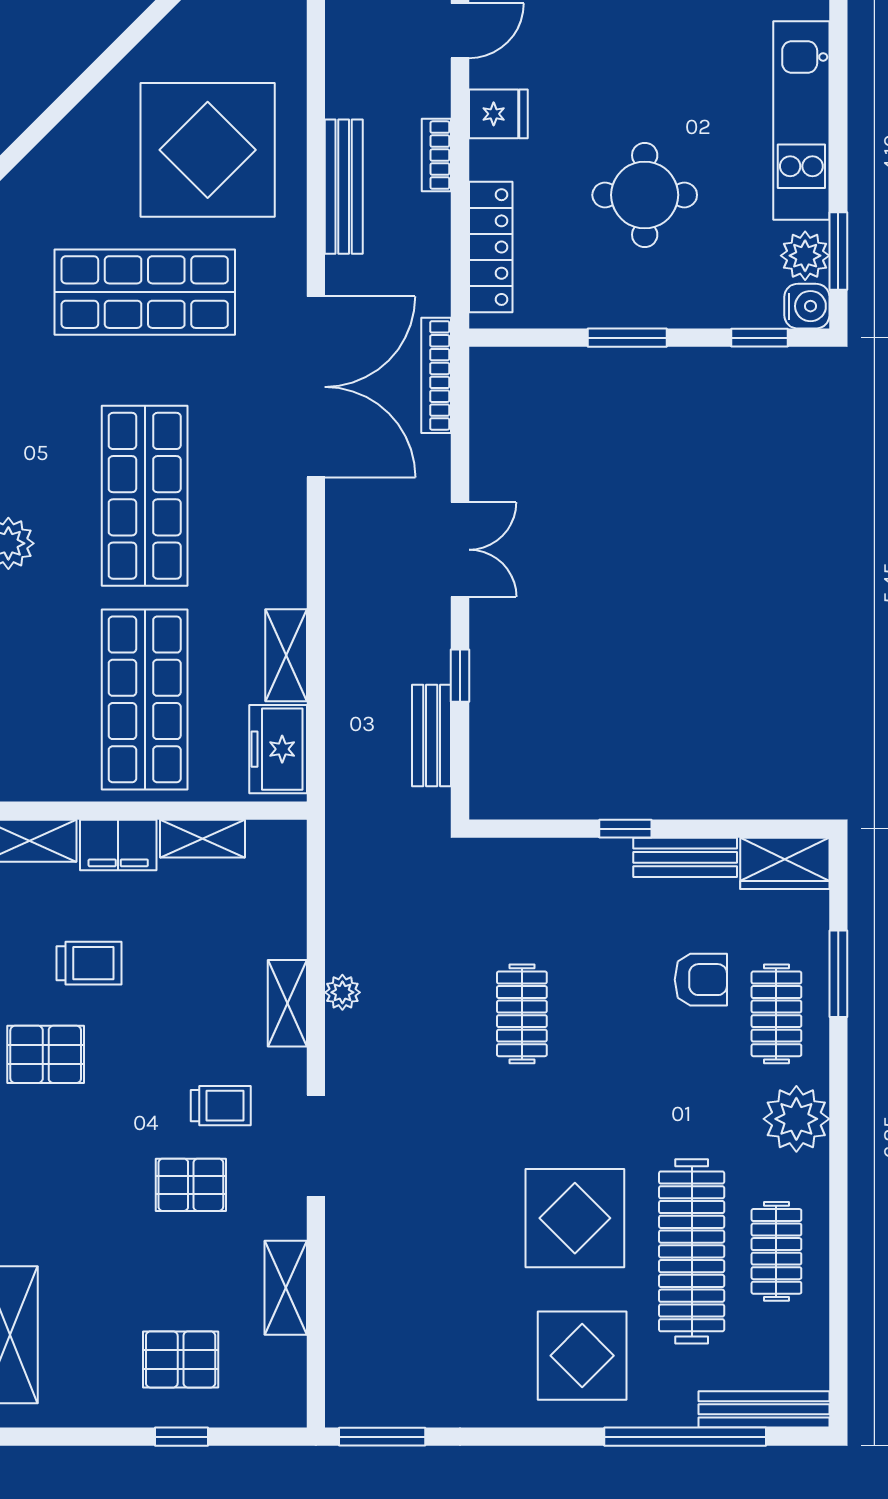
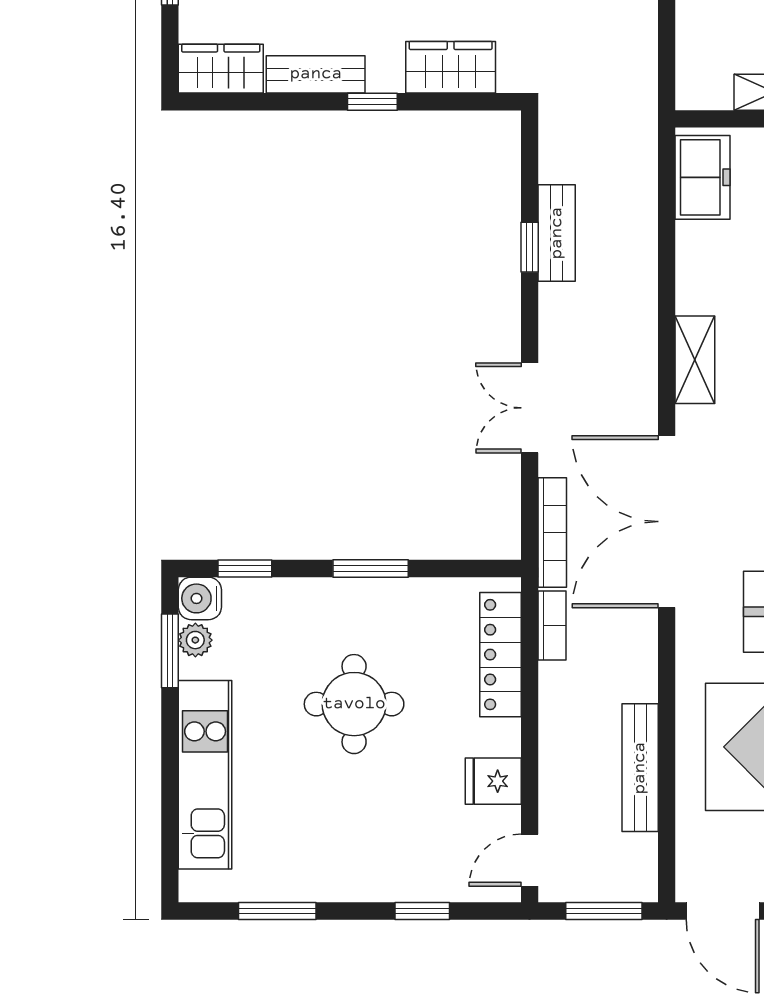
bookcase: (436, 155) -> (552, 625), moved
bench: (344, 187) -> (640, 768), moved
plant: (805, 256) -> (195, 640), width x0.73, depth x0.73
double door: (460, 550) -> (530, 408), moved
shelving: (286, 655) -> (695, 360), moved
bench: (432, 736) -> (557, 233), moved
wardrobe: (543, 865) -> (451, 67), added

